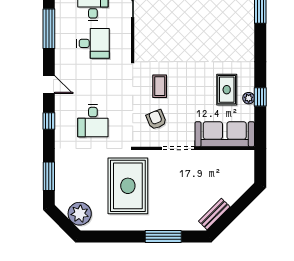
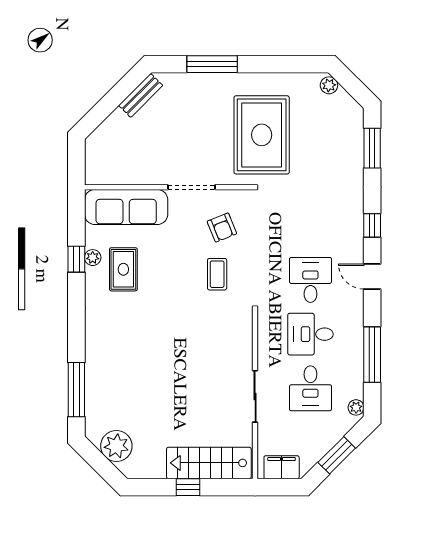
desk: (93, 121) -> (310, 280), moved
plant: (80, 214) -> (329, 85), width x0.53, depth x0.53

